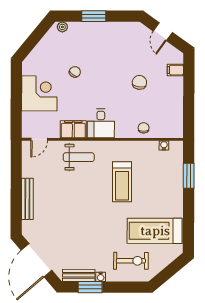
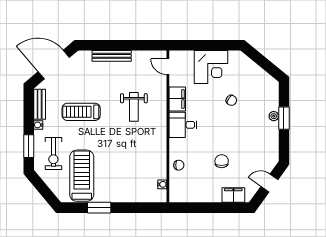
plant: (62, 27) -> (274, 116), moved
filing cabinet: (175, 70) -> (233, 195), width x2.00
chair: (139, 82) -> (222, 161), turned -97
weight bench: (79, 157) -> (134, 107), moved
window: (189, 176) -> (99, 208), moved
treadmill: (122, 182) -> (81, 112), moved
window: (90, 287) -> (29, 146), moved

